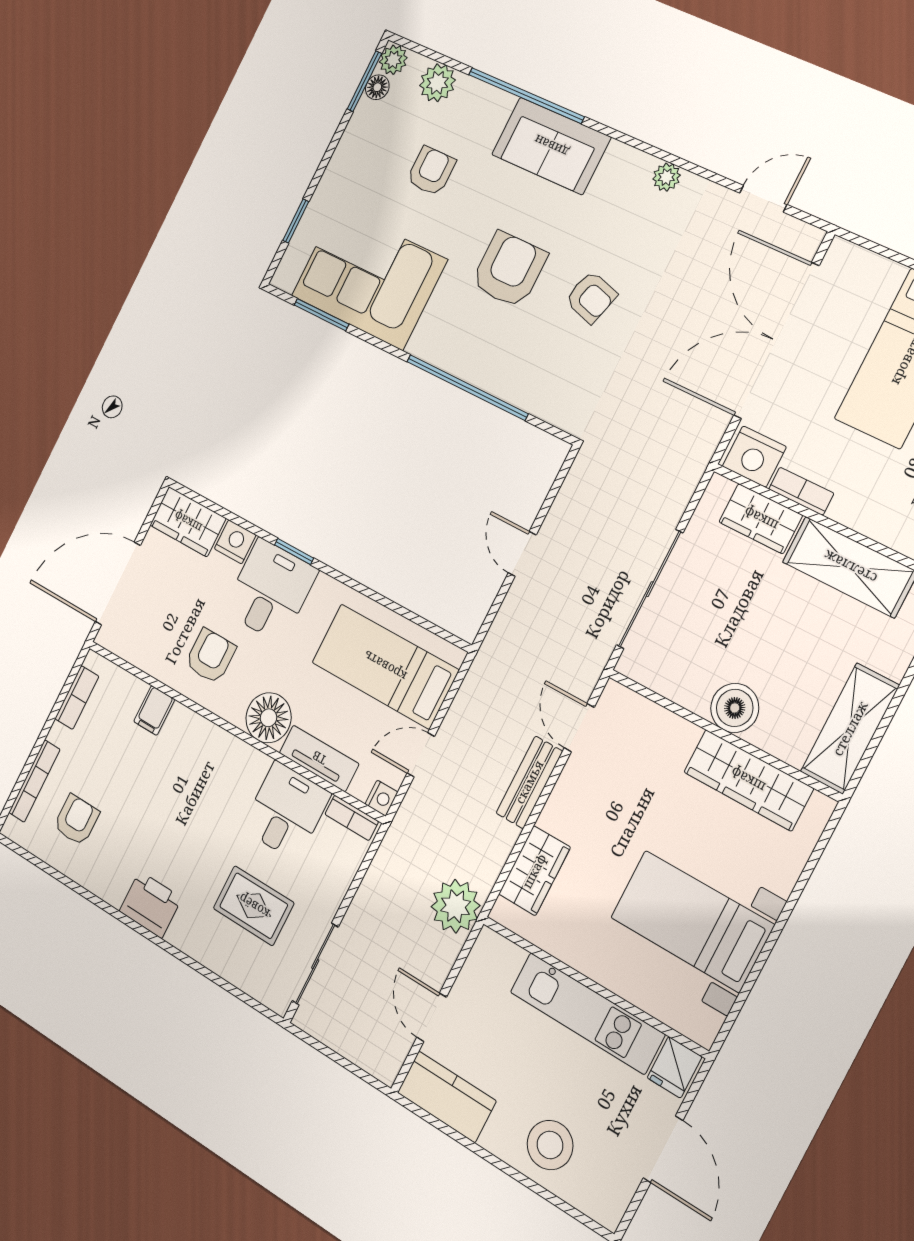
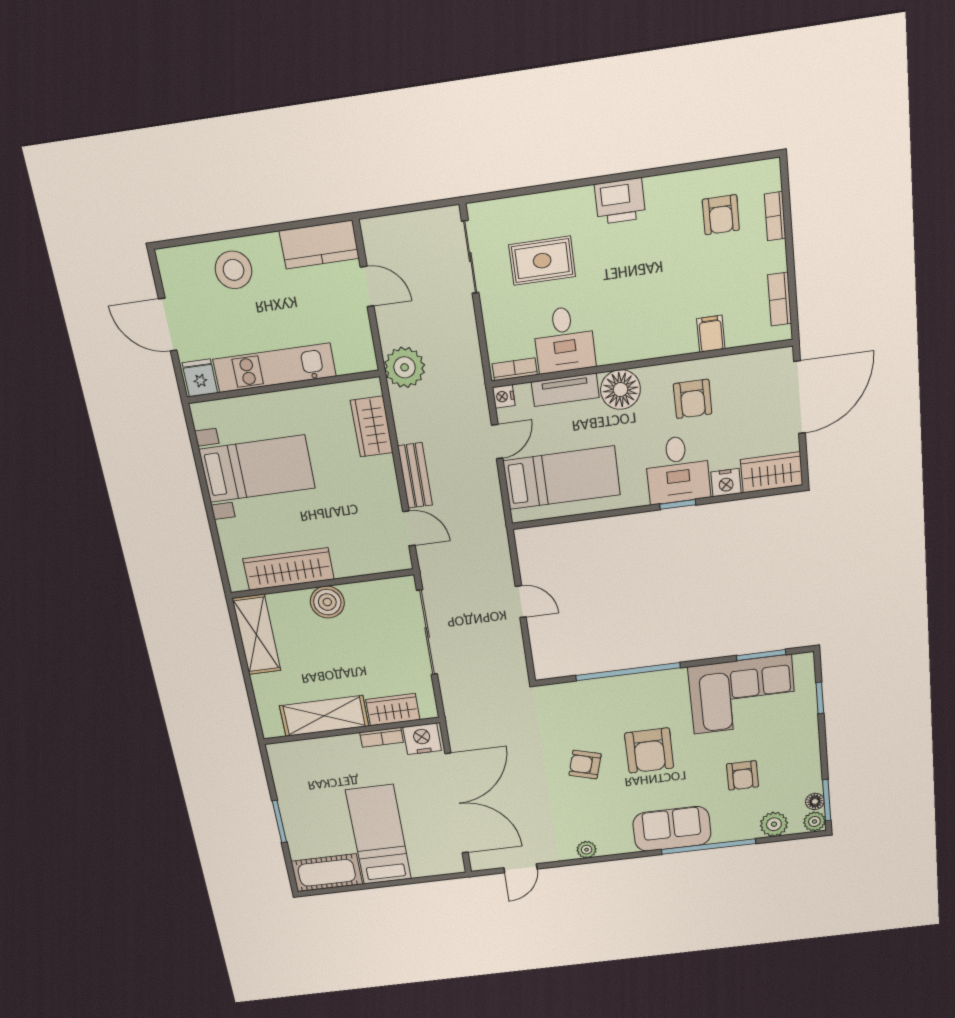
bookcase: (34, 781) -> (775, 216), width x0.64

